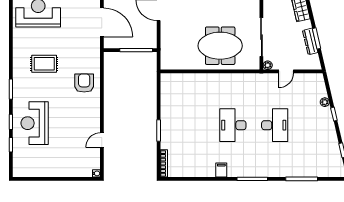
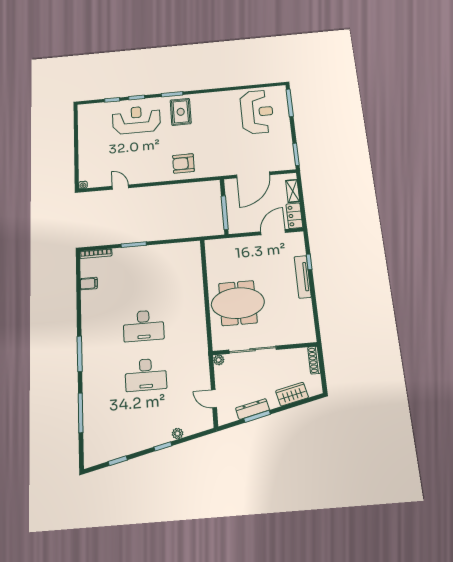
meeting table: (220, 46) -> (238, 303), turned 90
rug: (44, 64) -> (181, 112), moved
door: (286, 71) -> (214, 399), moved
armchair: (84, 83) -> (183, 163), turned 180
desk: (233, 125) -> (144, 326), turned 180
filing cabinet: (221, 170) -> (89, 284), moved

